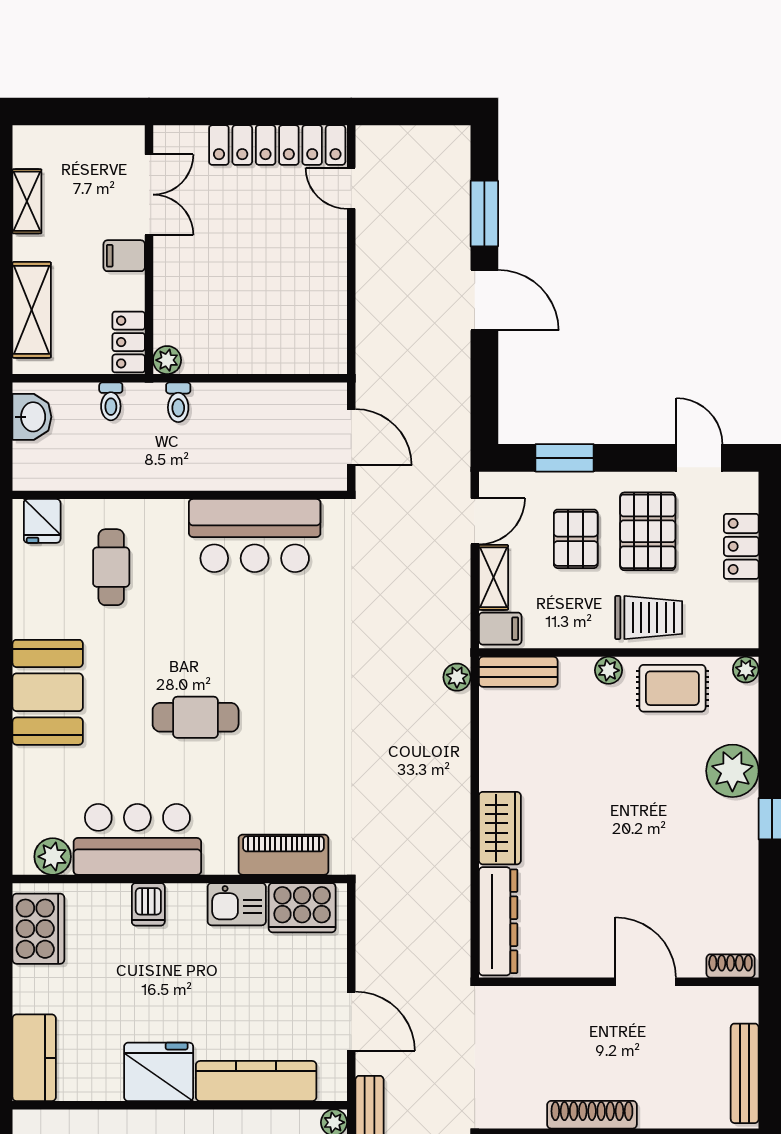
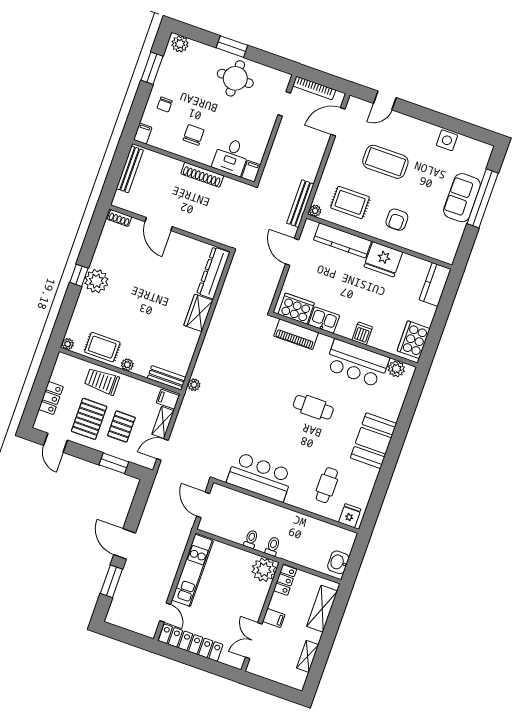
kitchen unit: (326, 295) -> (192, 570), added
plant: (167, 360) -> (264, 570), width x1.88, depth x1.88
toilet: (111, 401) -> (251, 539), moved
plant: (732, 771) -> (96, 281), moved

